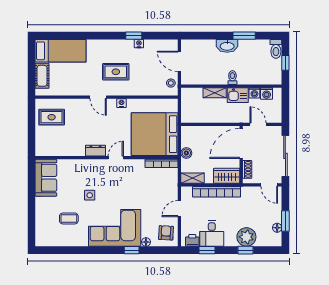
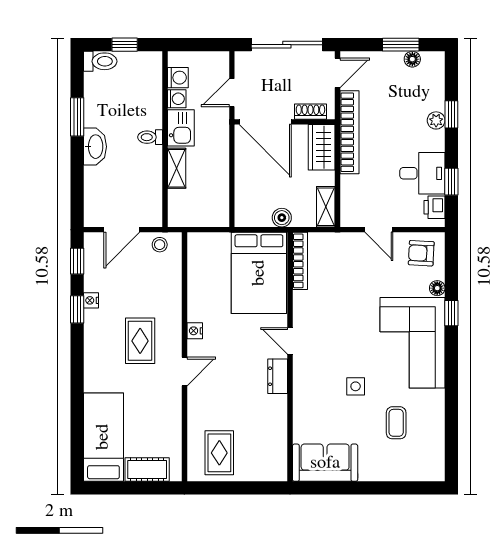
window: (161, 36) -> (77, 261), added
bed: (155, 134) -> (259, 273), width x0.73
bookcase: (217, 192) -> (350, 132), moved
plant: (246, 237) -> (436, 120), width x0.53, depth x0.53

